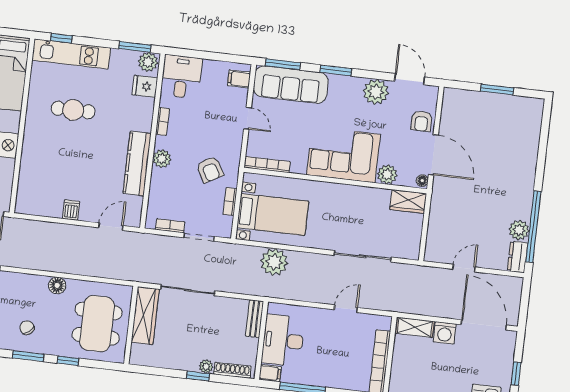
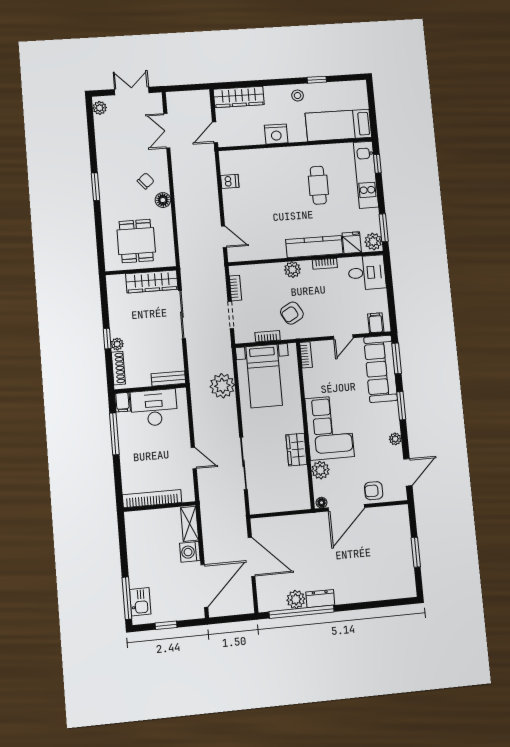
plant: (376, 92) -> (395, 439), width x0.53, depth x0.53
kitchen counter: (137, 164) -> (314, 247), moved
bookcase: (267, 165) -> (306, 355), width x0.64
wardrobe: (408, 202) -> (296, 450), moved
dishwasher: (71, 210) -> (230, 181), moved
dresser: (518, 257) -> (320, 599), moved
door: (464, 268) -> (252, 557), width x1.88
dining table: (97, 324) -> (136, 241), width x0.73
chair: (27, 328) -> (146, 181), moved
window: (68, 361) -> (98, 222), removed

